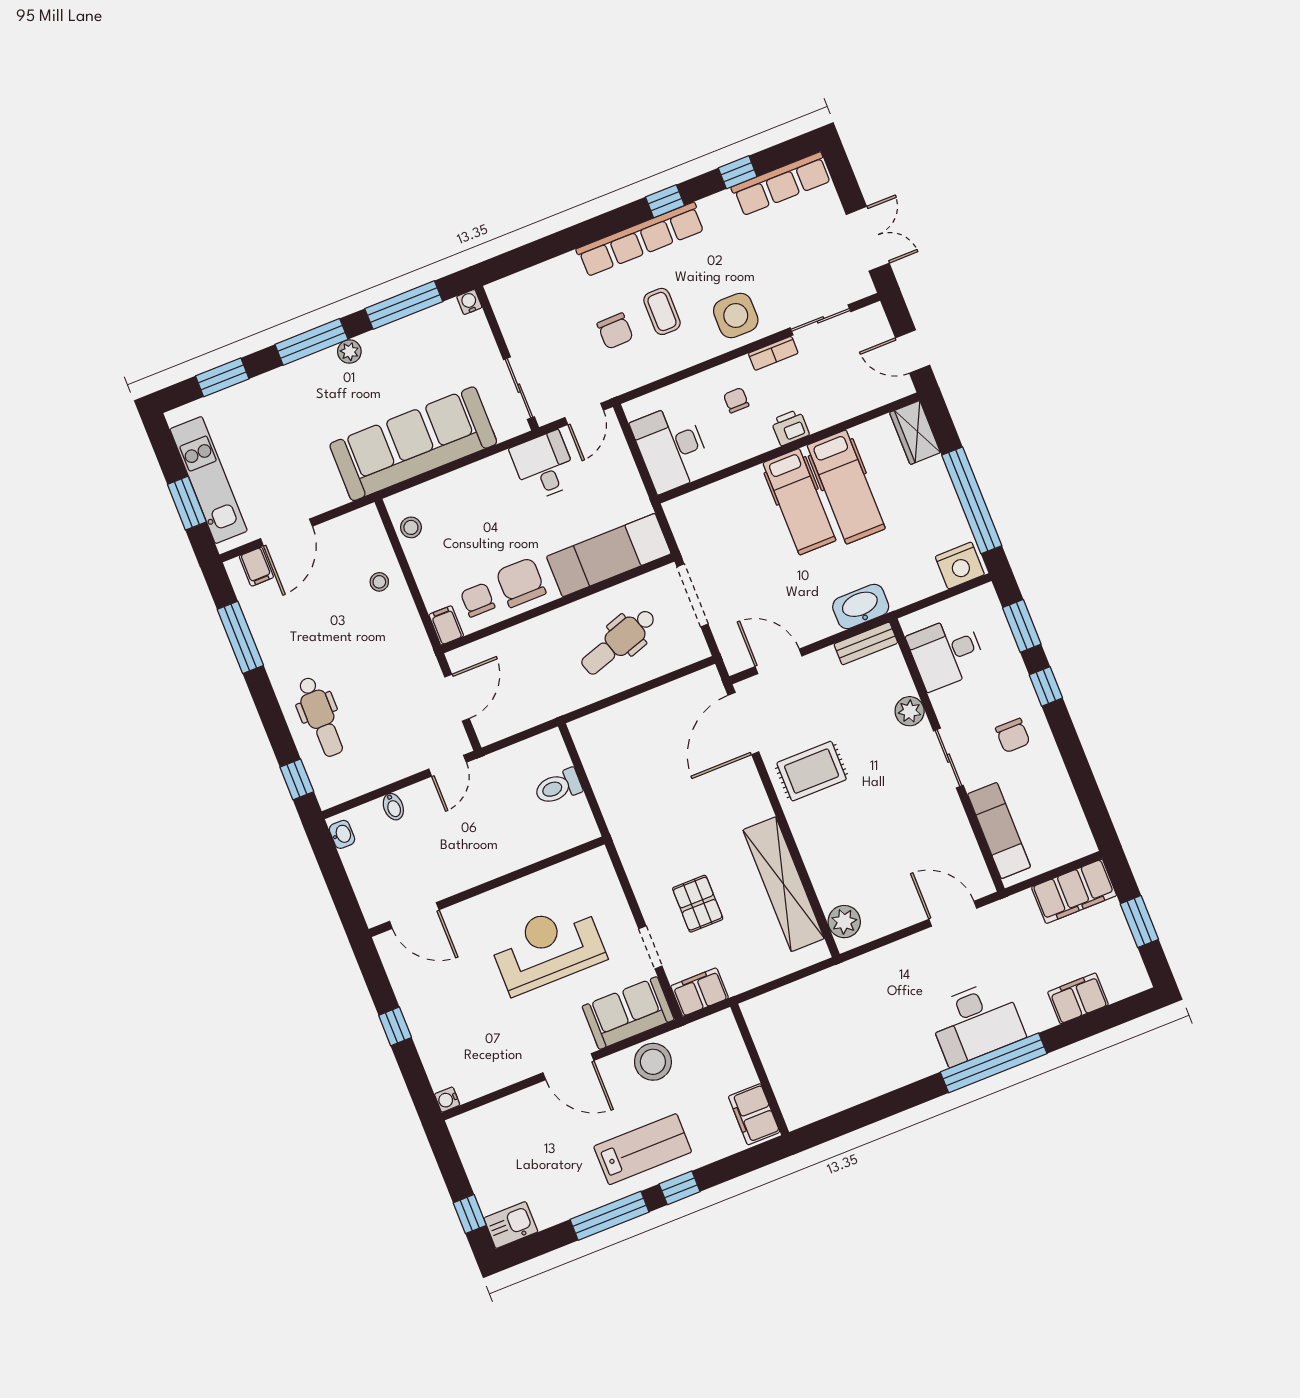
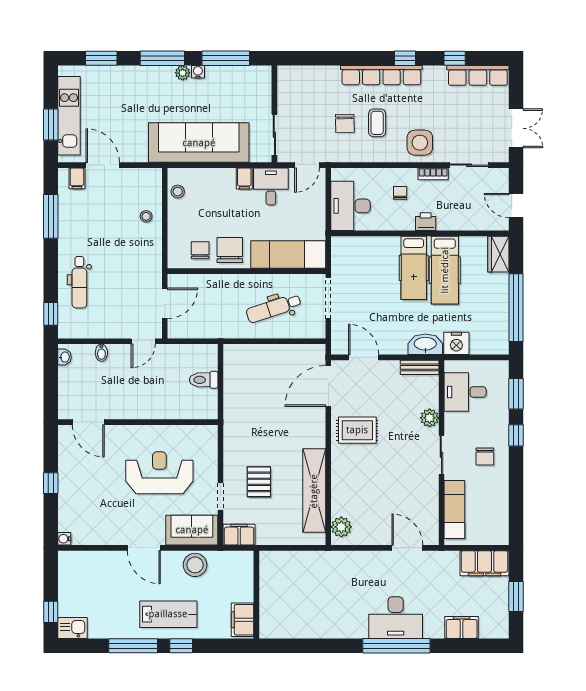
water cooler: (469, 302) -> (198, 72), moved
door: (286, 532) -> (103, 165), swing flipped
nightstand: (960, 566) -> (456, 343), moved
filing cabinet: (446, 625) -> (244, 178), moved, turned 180

